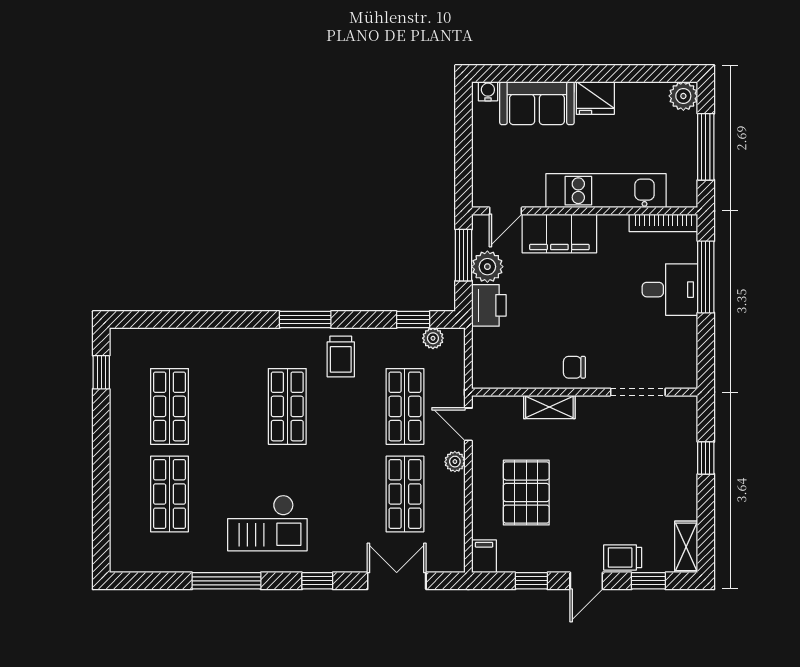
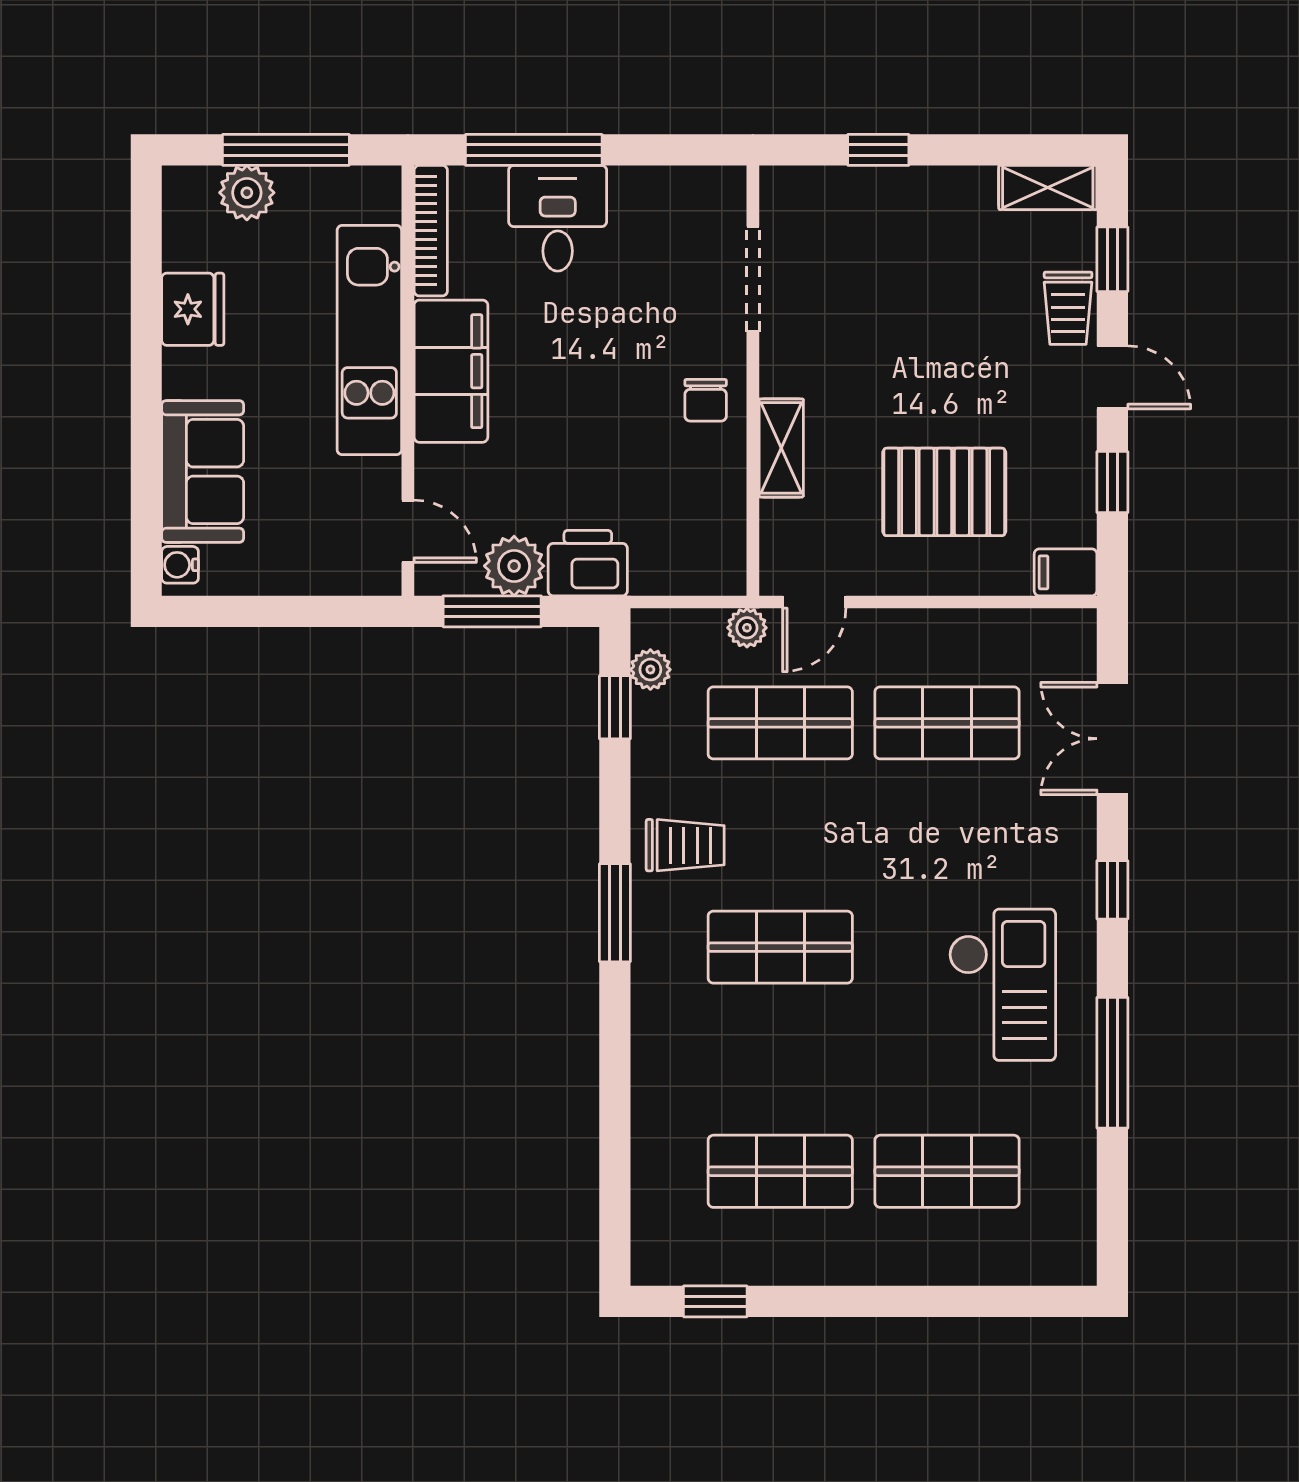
plant: (683, 96) -> (247, 193), moved
fridge: (595, 98) -> (193, 309), moved
filing cabinet: (559, 233) -> (451, 371), moved
plant: (455, 462) -> (747, 628), moved

